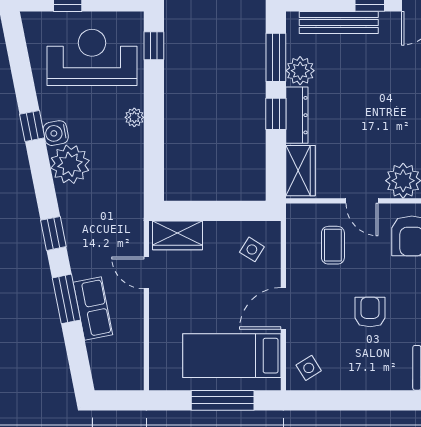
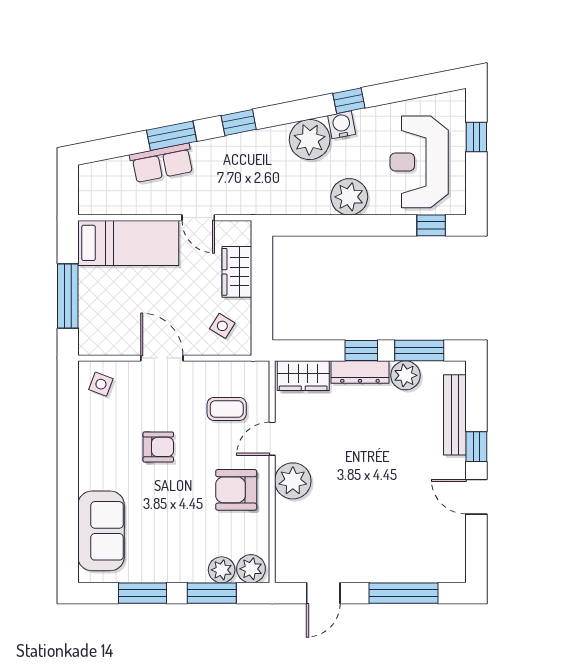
reception desk: (92, 57) -> (419, 162), turned 180
plant: (134, 117) -> (349, 197), width x1.87, depth x1.87
wardrobe: (177, 235) -> (237, 272), moved
door: (146, 273) -> (198, 218), swing flipped
bed: (232, 356) -> (128, 243), moved, turned 90
side table: (309, 368) -> (101, 384), turned -37

